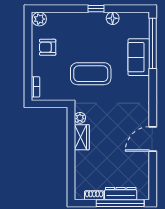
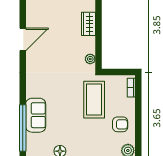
coffee table: (91, 74) -> (94, 100), moved, turned 90
wardrobe: (82, 137) -> (89, 24), moved

